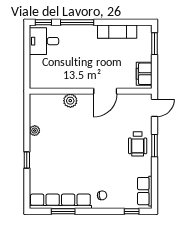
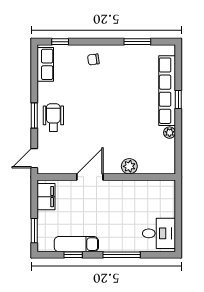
window: (43, 22) -> (73, 255), moved
row of seats: (60, 201) -> (167, 91), moved, turned 90

